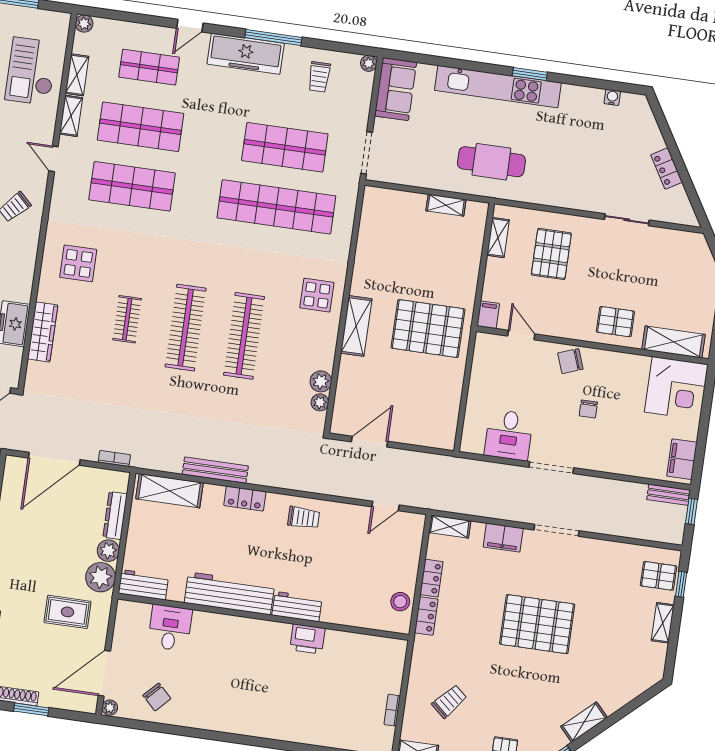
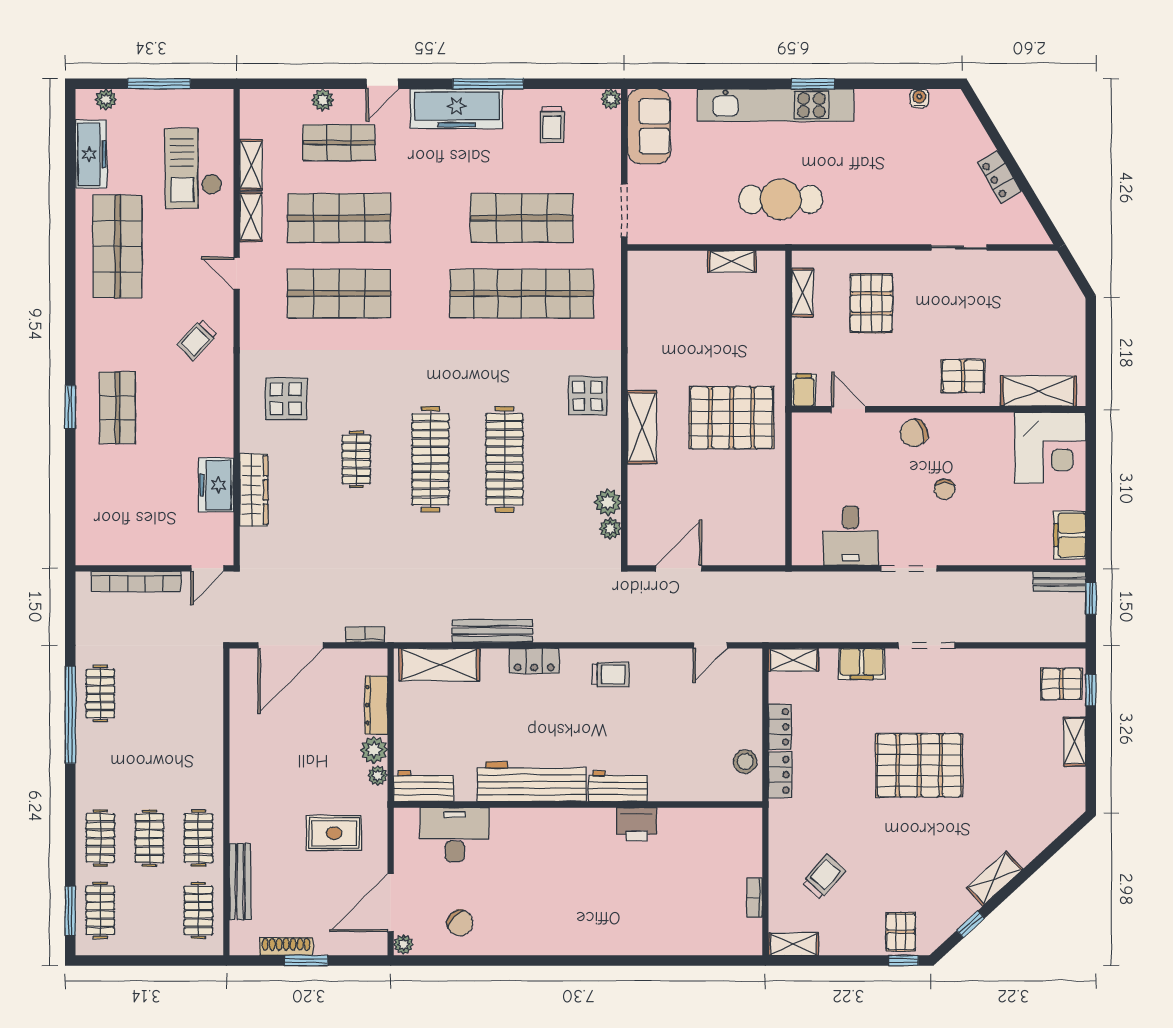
plant: (84, 24) -> (323, 100), moved
plant: (101, 577) -> (378, 775), width x0.53, depth x0.53
desk: (170, 628) -> (455, 835), width x1.37

